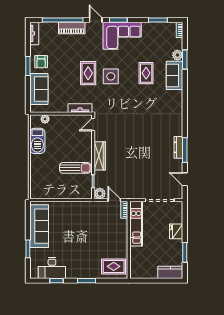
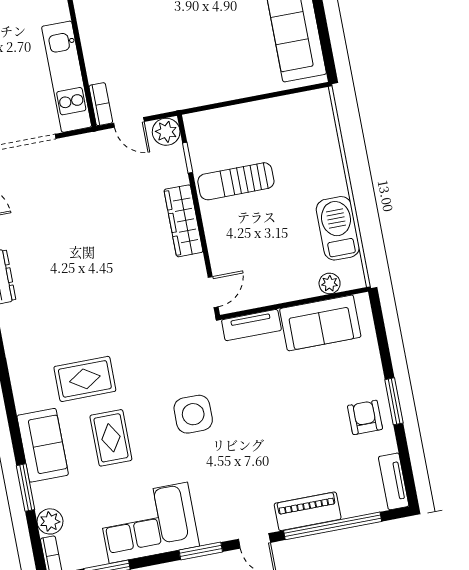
corner sofa: (122, 36) -> (148, 523), moved
plant: (177, 55) -> (50, 521), moved
rug: (88, 73) -> (85, 379), moved, turned 90
sofa: (39, 89) -> (320, 323), moved, turned -90

